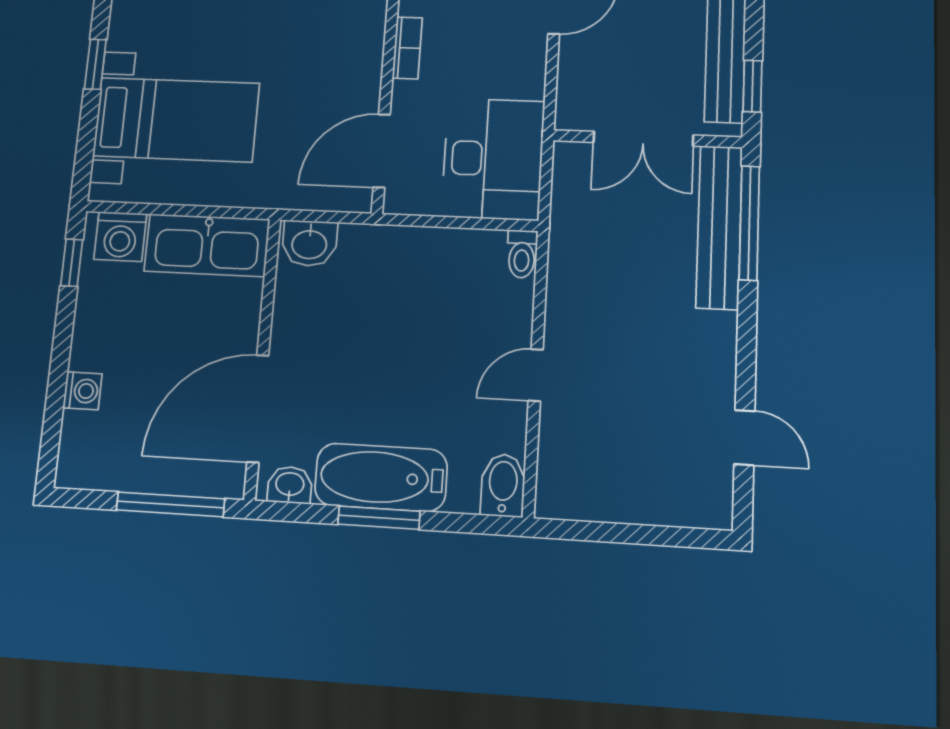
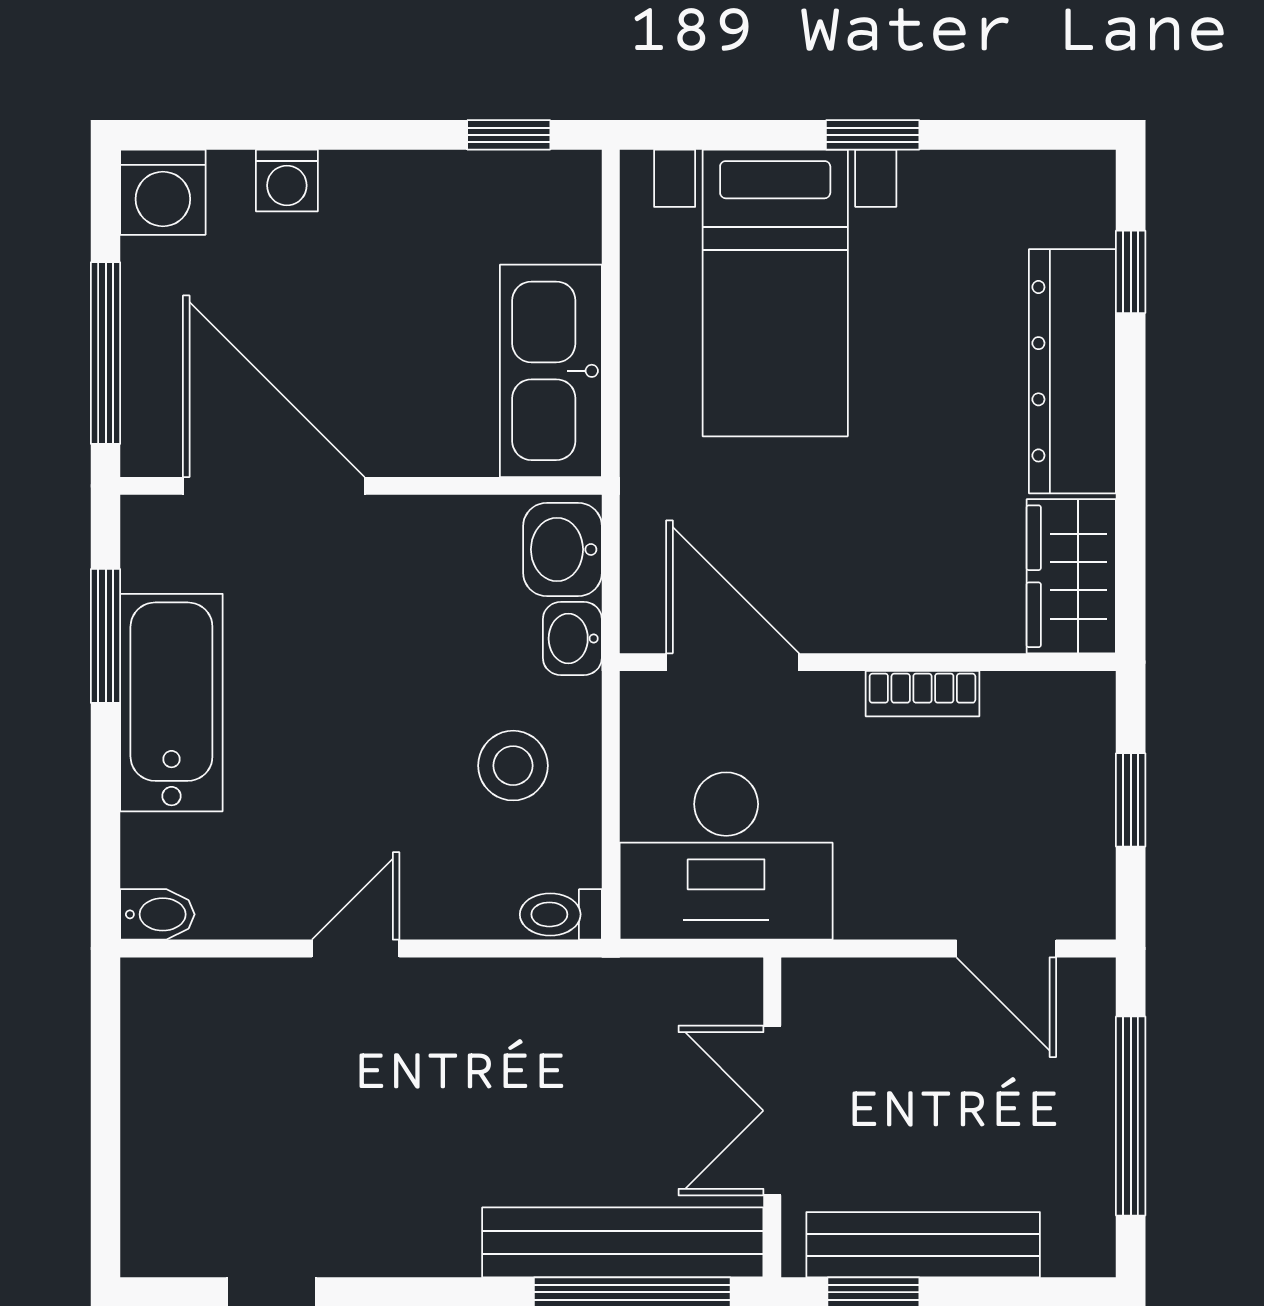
washing machine: (120, 237) -> (163, 192), moved, turned -90
stool: (433, 277) -> (513, 766), added
door: (536, 375) -> (356, 948), hinge flipped
washbasin: (290, 485) -> (572, 639), moved, turned 180
bidet: (503, 485) -> (157, 914), width x0.72, depth x0.74
window: (379, 518) -> (106, 636), moved

